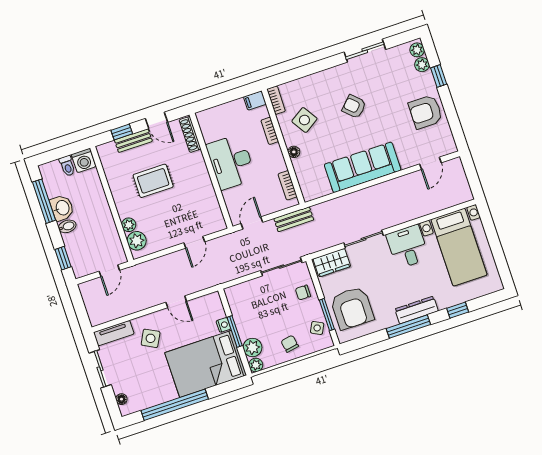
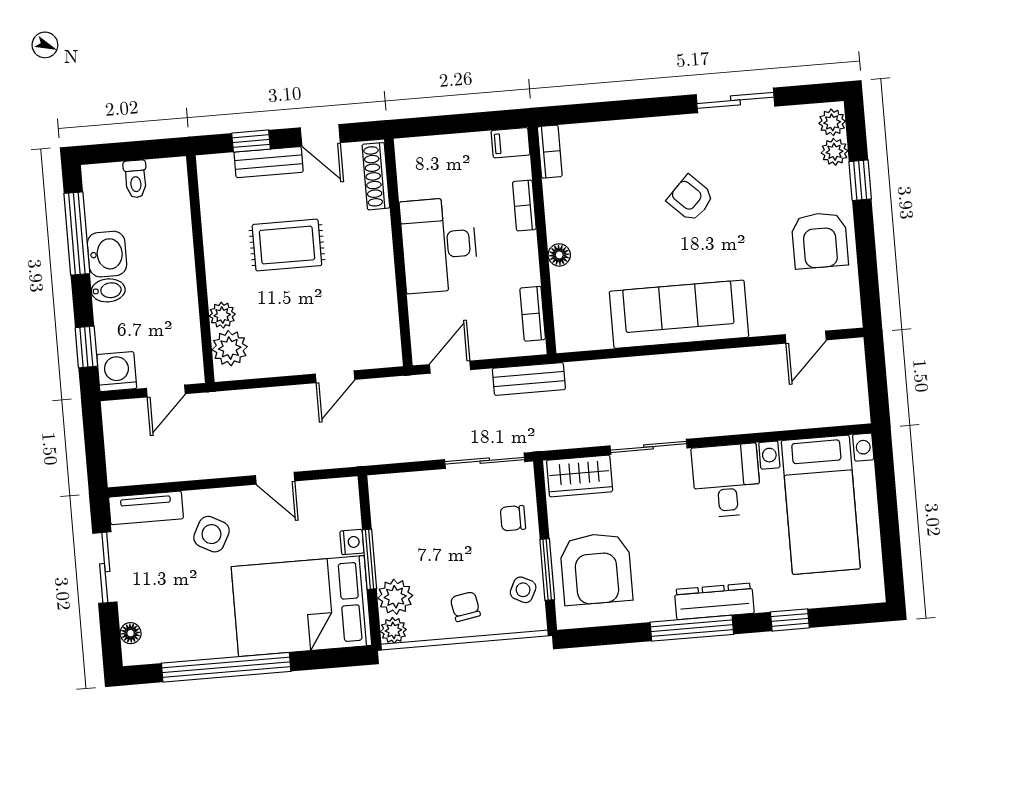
armchair: (425, 112) -> (820, 240), turned -90
side table: (304, 120) -> (593, 201), removed
washing machine: (84, 160) -> (117, 372), moved, turned 180

